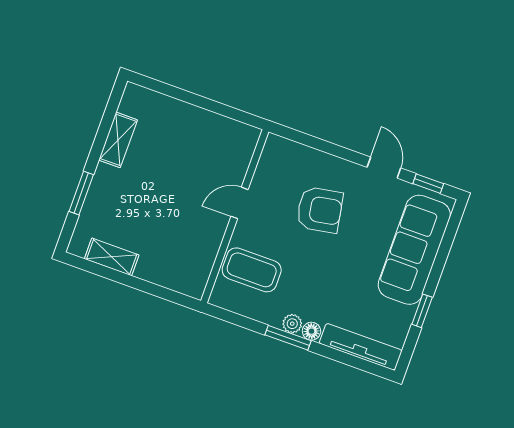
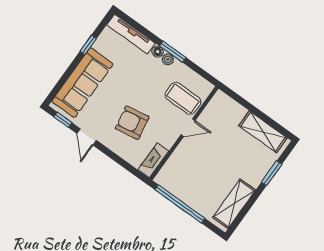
window: (210, 105) -> (180, 204), added
shelving: (118, 140) -> (234, 204), width x1.50, depth x1.33
fireplace: (270, 161) -> (153, 160), added
door: (240, 203) -> (188, 128), moved
shelving: (112, 257) -> (263, 132), width x1.50, depth x1.33

